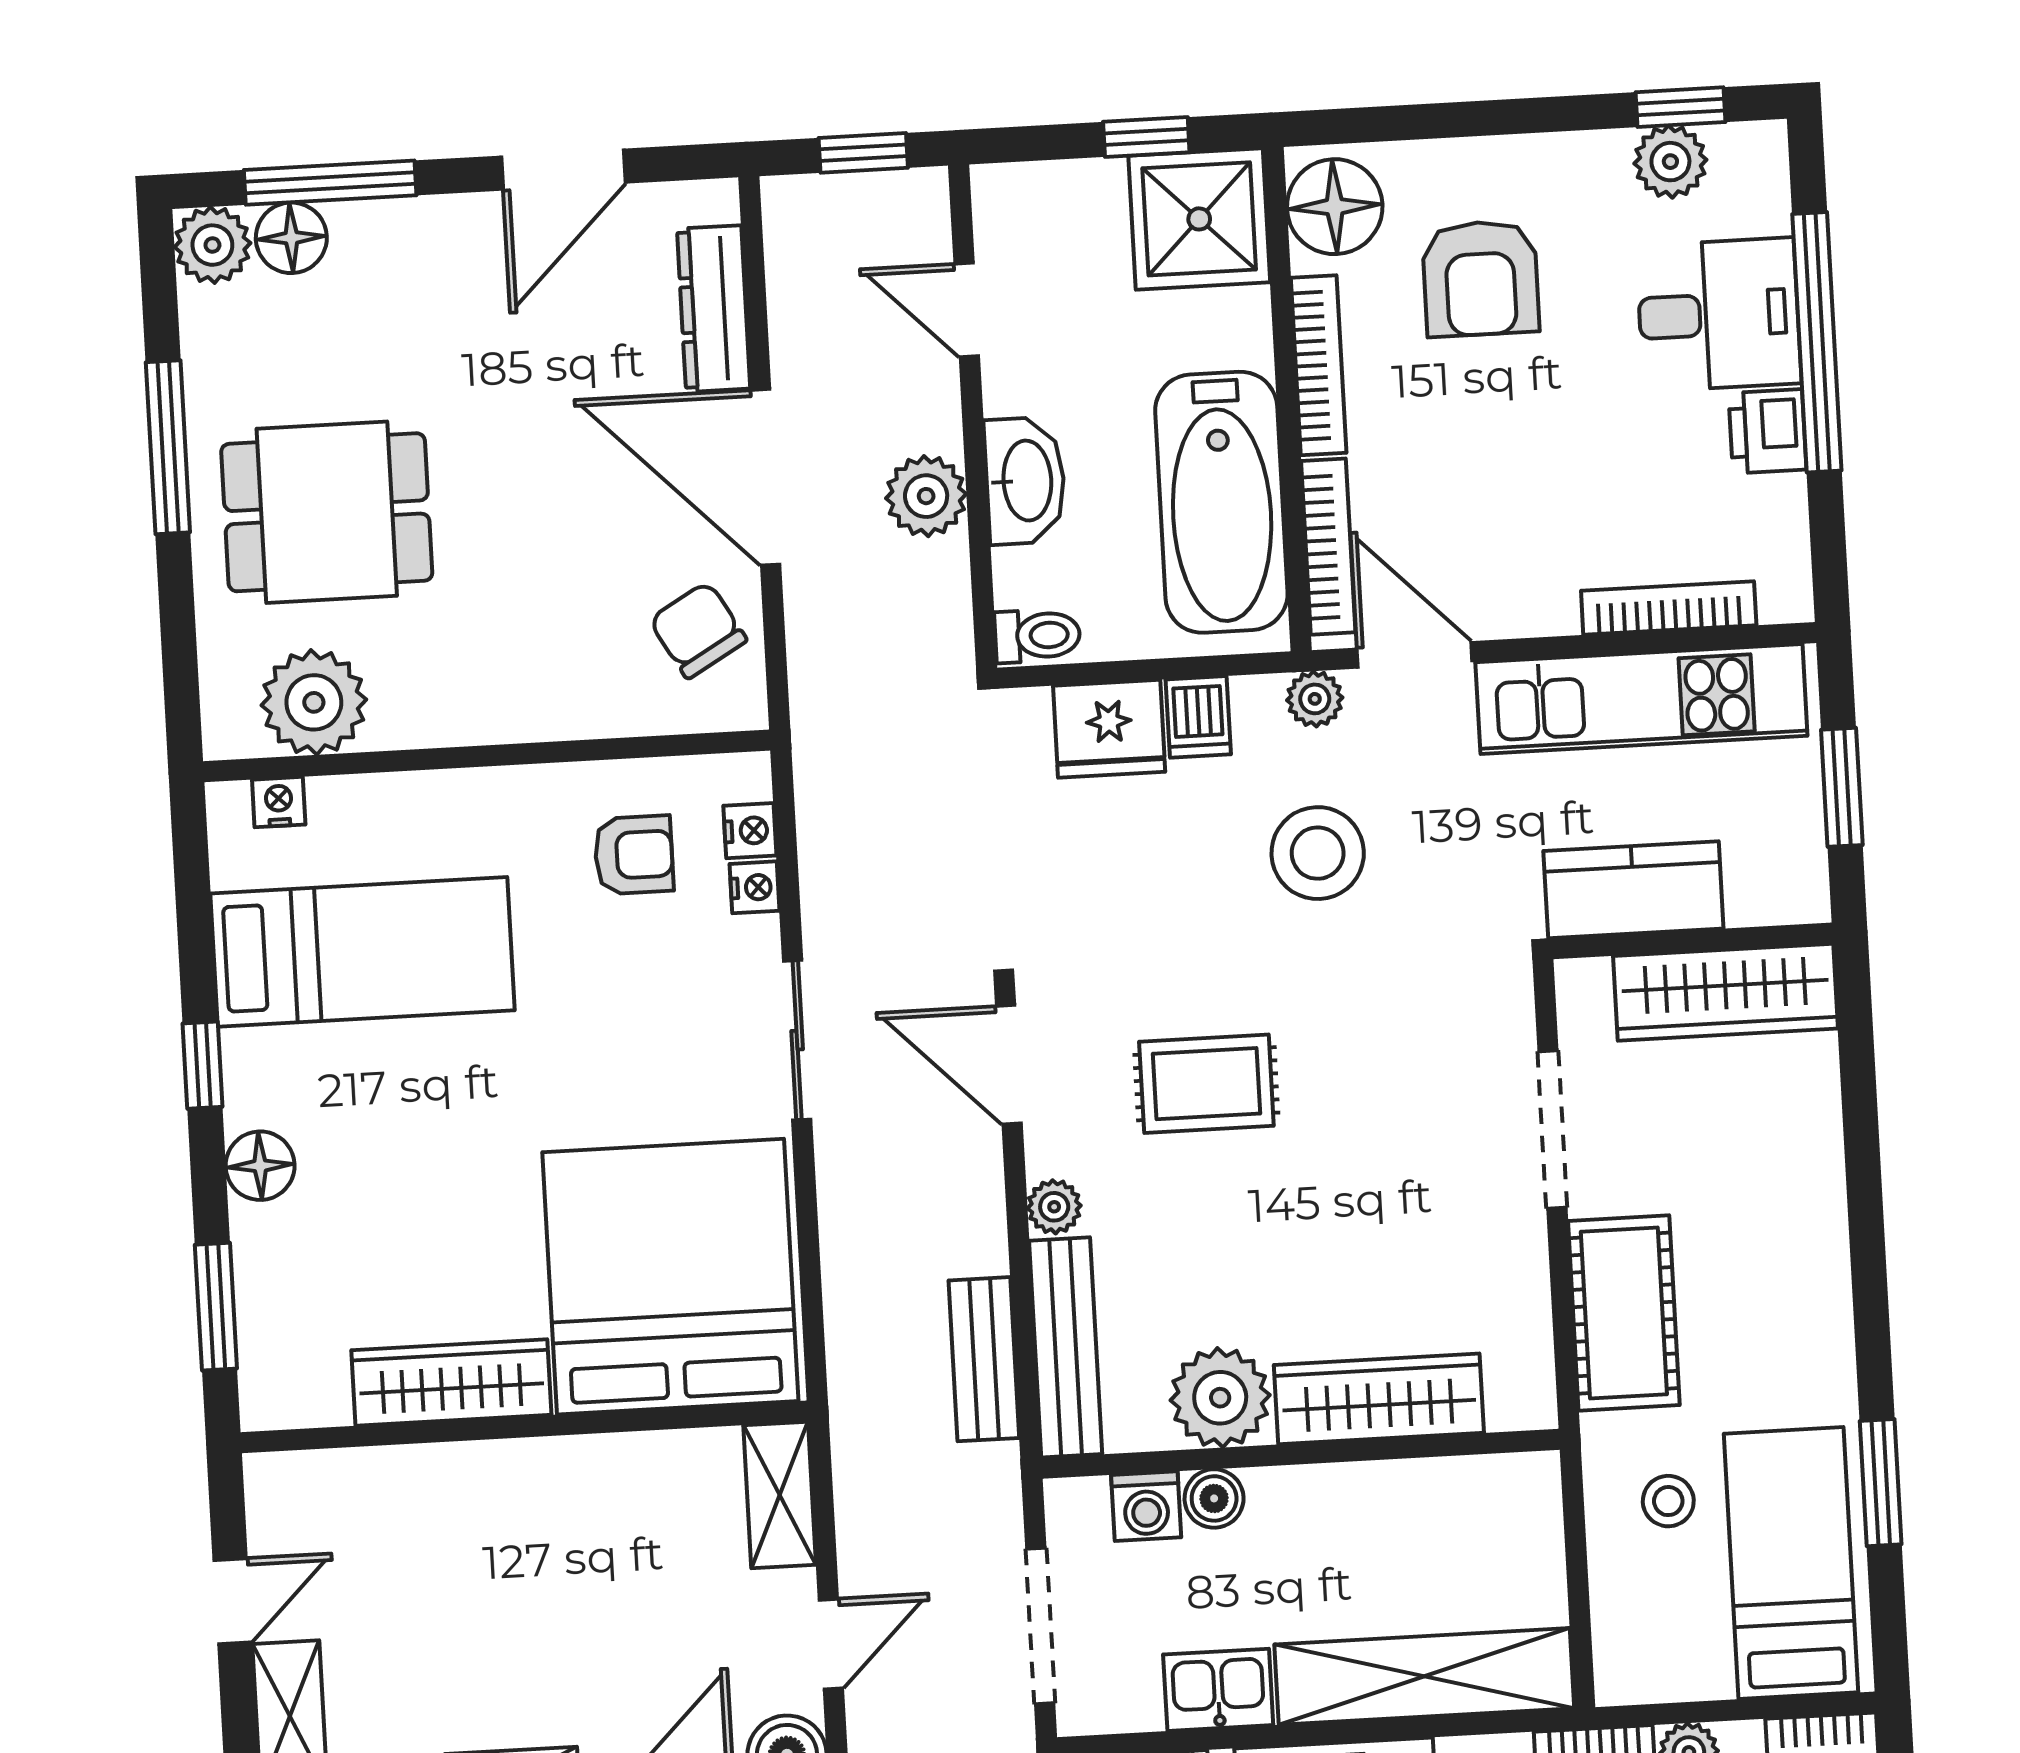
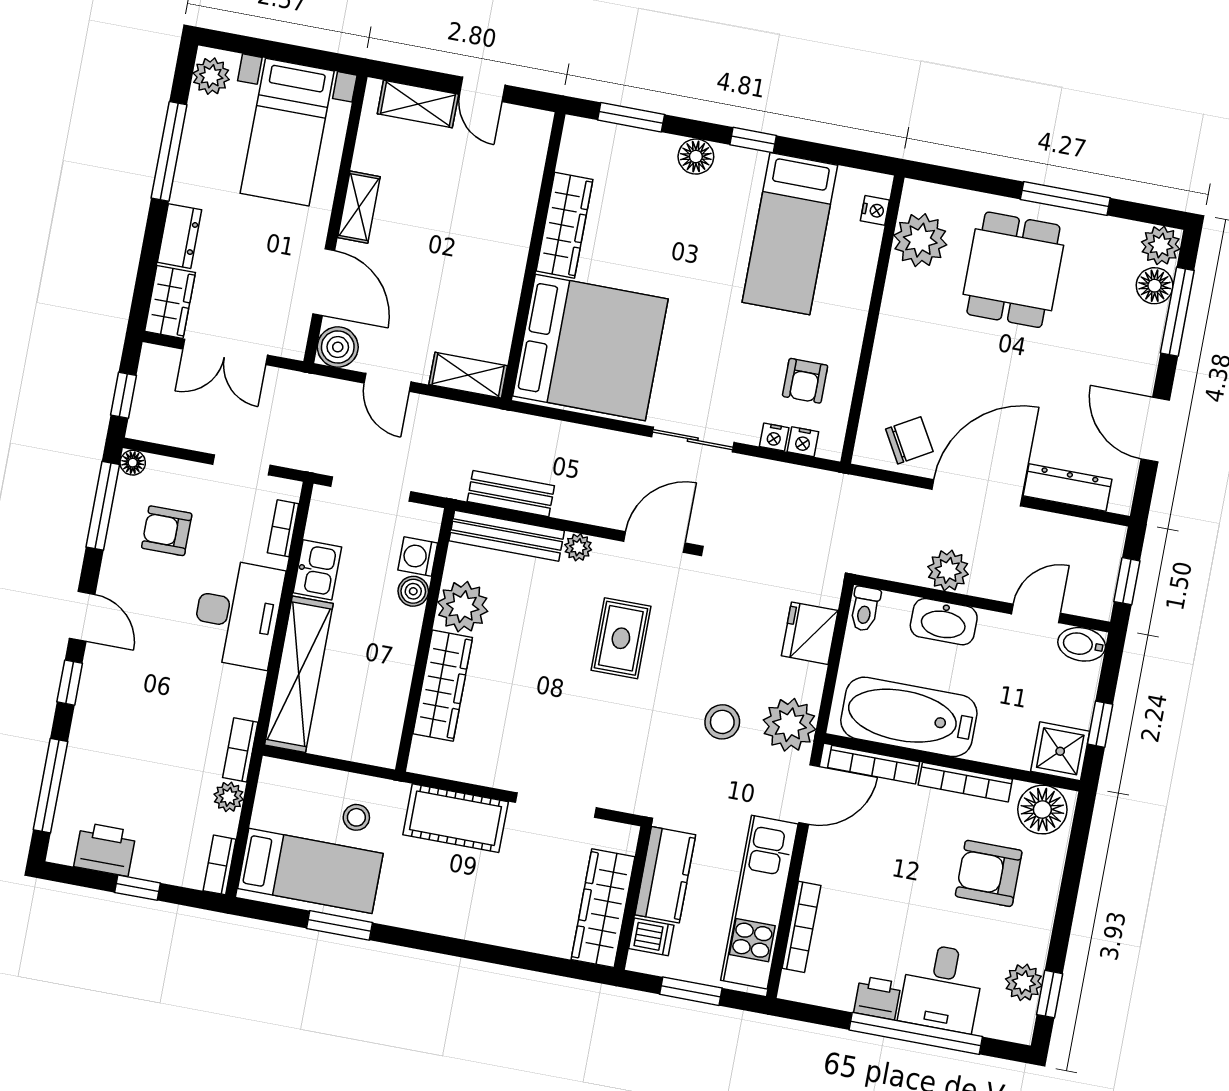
bidet: (1004, 209) -> (1082, 644), added
shower: (1199, 219) -> (1060, 751), width x0.73, depth x0.73
plant: (1315, 699) -> (789, 725), width x1.88, depth x1.88
dishwasher: (1198, 717) -> (651, 937), moved, turned 180
stool: (1318, 853) -> (722, 722), width x0.73, depth x0.73

